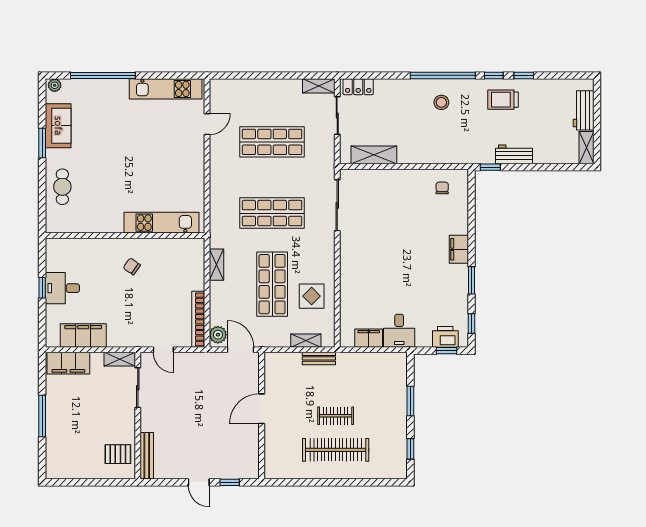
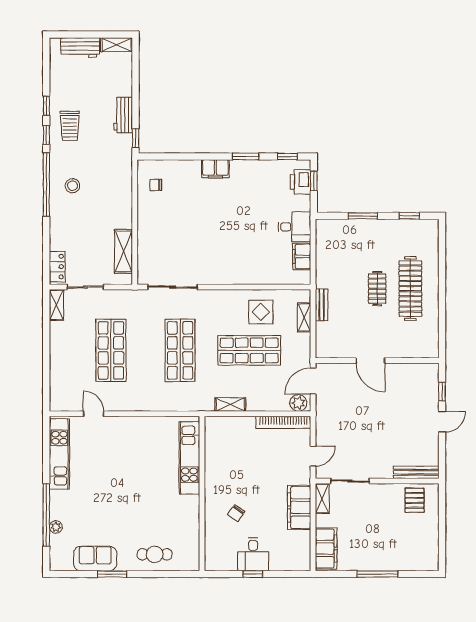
plant: (55, 85) -> (56, 527), moved
chair: (132, 266) -> (236, 513), moved
filing cabinet: (83, 335) -> (299, 507), moved

